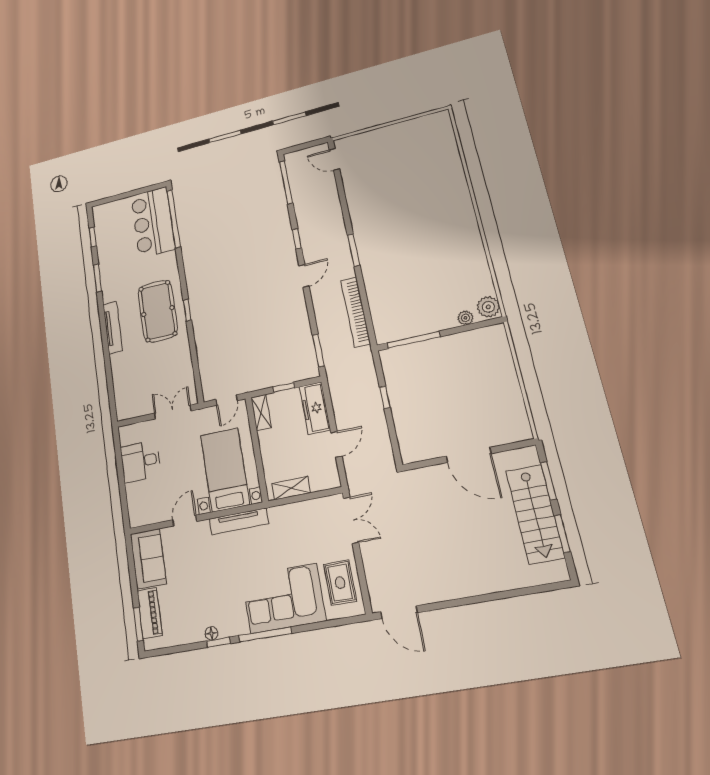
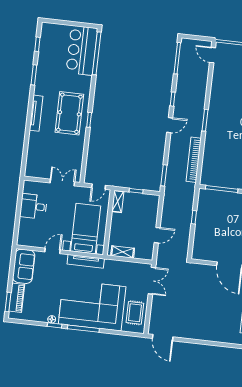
freezer: (315, 408) -> (151, 210), removed
corner sofa: (283, 598) -> (92, 305), width x1.36, depth x1.36

